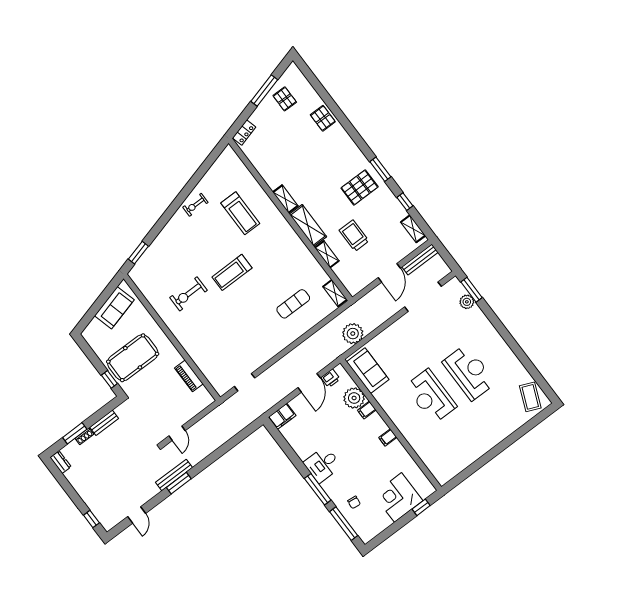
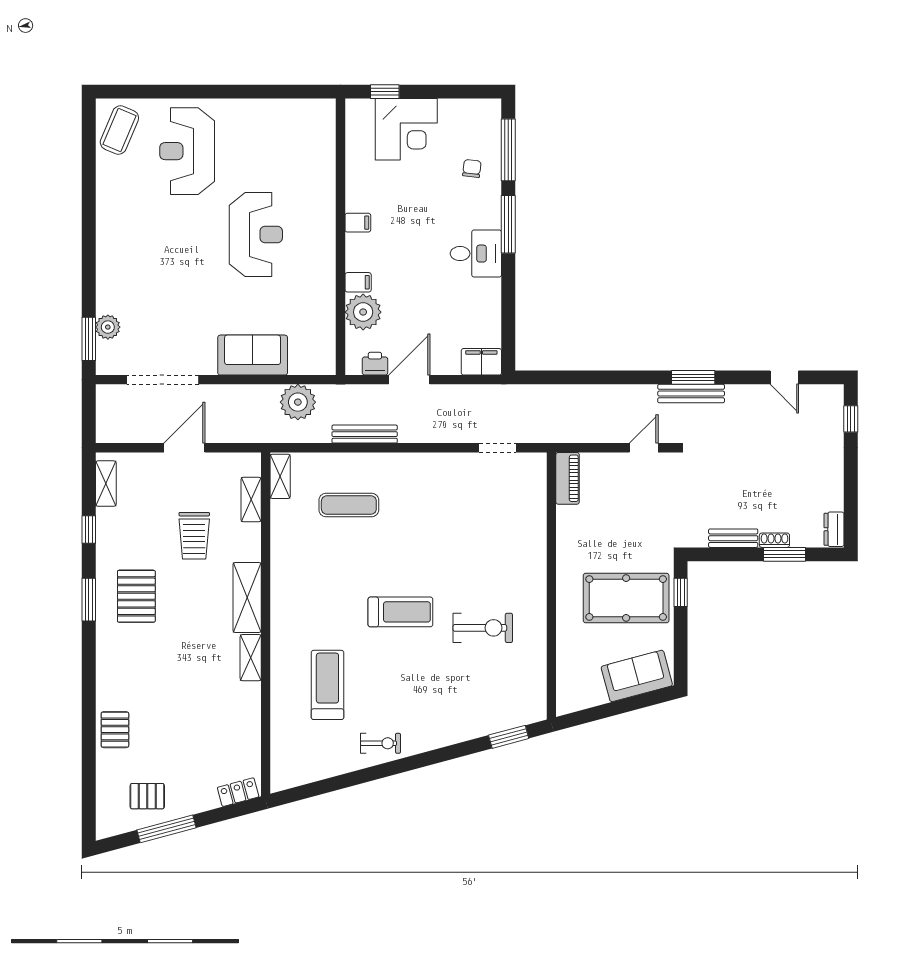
pallet: (285, 99) -> (147, 796), turned 90
pallet: (360, 187) -> (136, 596), turned 90
shelving: (327, 254) -> (251, 500), moved
bench: (420, 260) -> (365, 434), moved
sofa: (114, 308) -> (637, 676), moved
sofa: (368, 371) -> (253, 355), moved, turned 90
reception desk: (469, 372) -> (187, 151), moved
piano: (189, 376) -> (568, 478), moved
door: (137, 515) -> (784, 377), swing flipped

